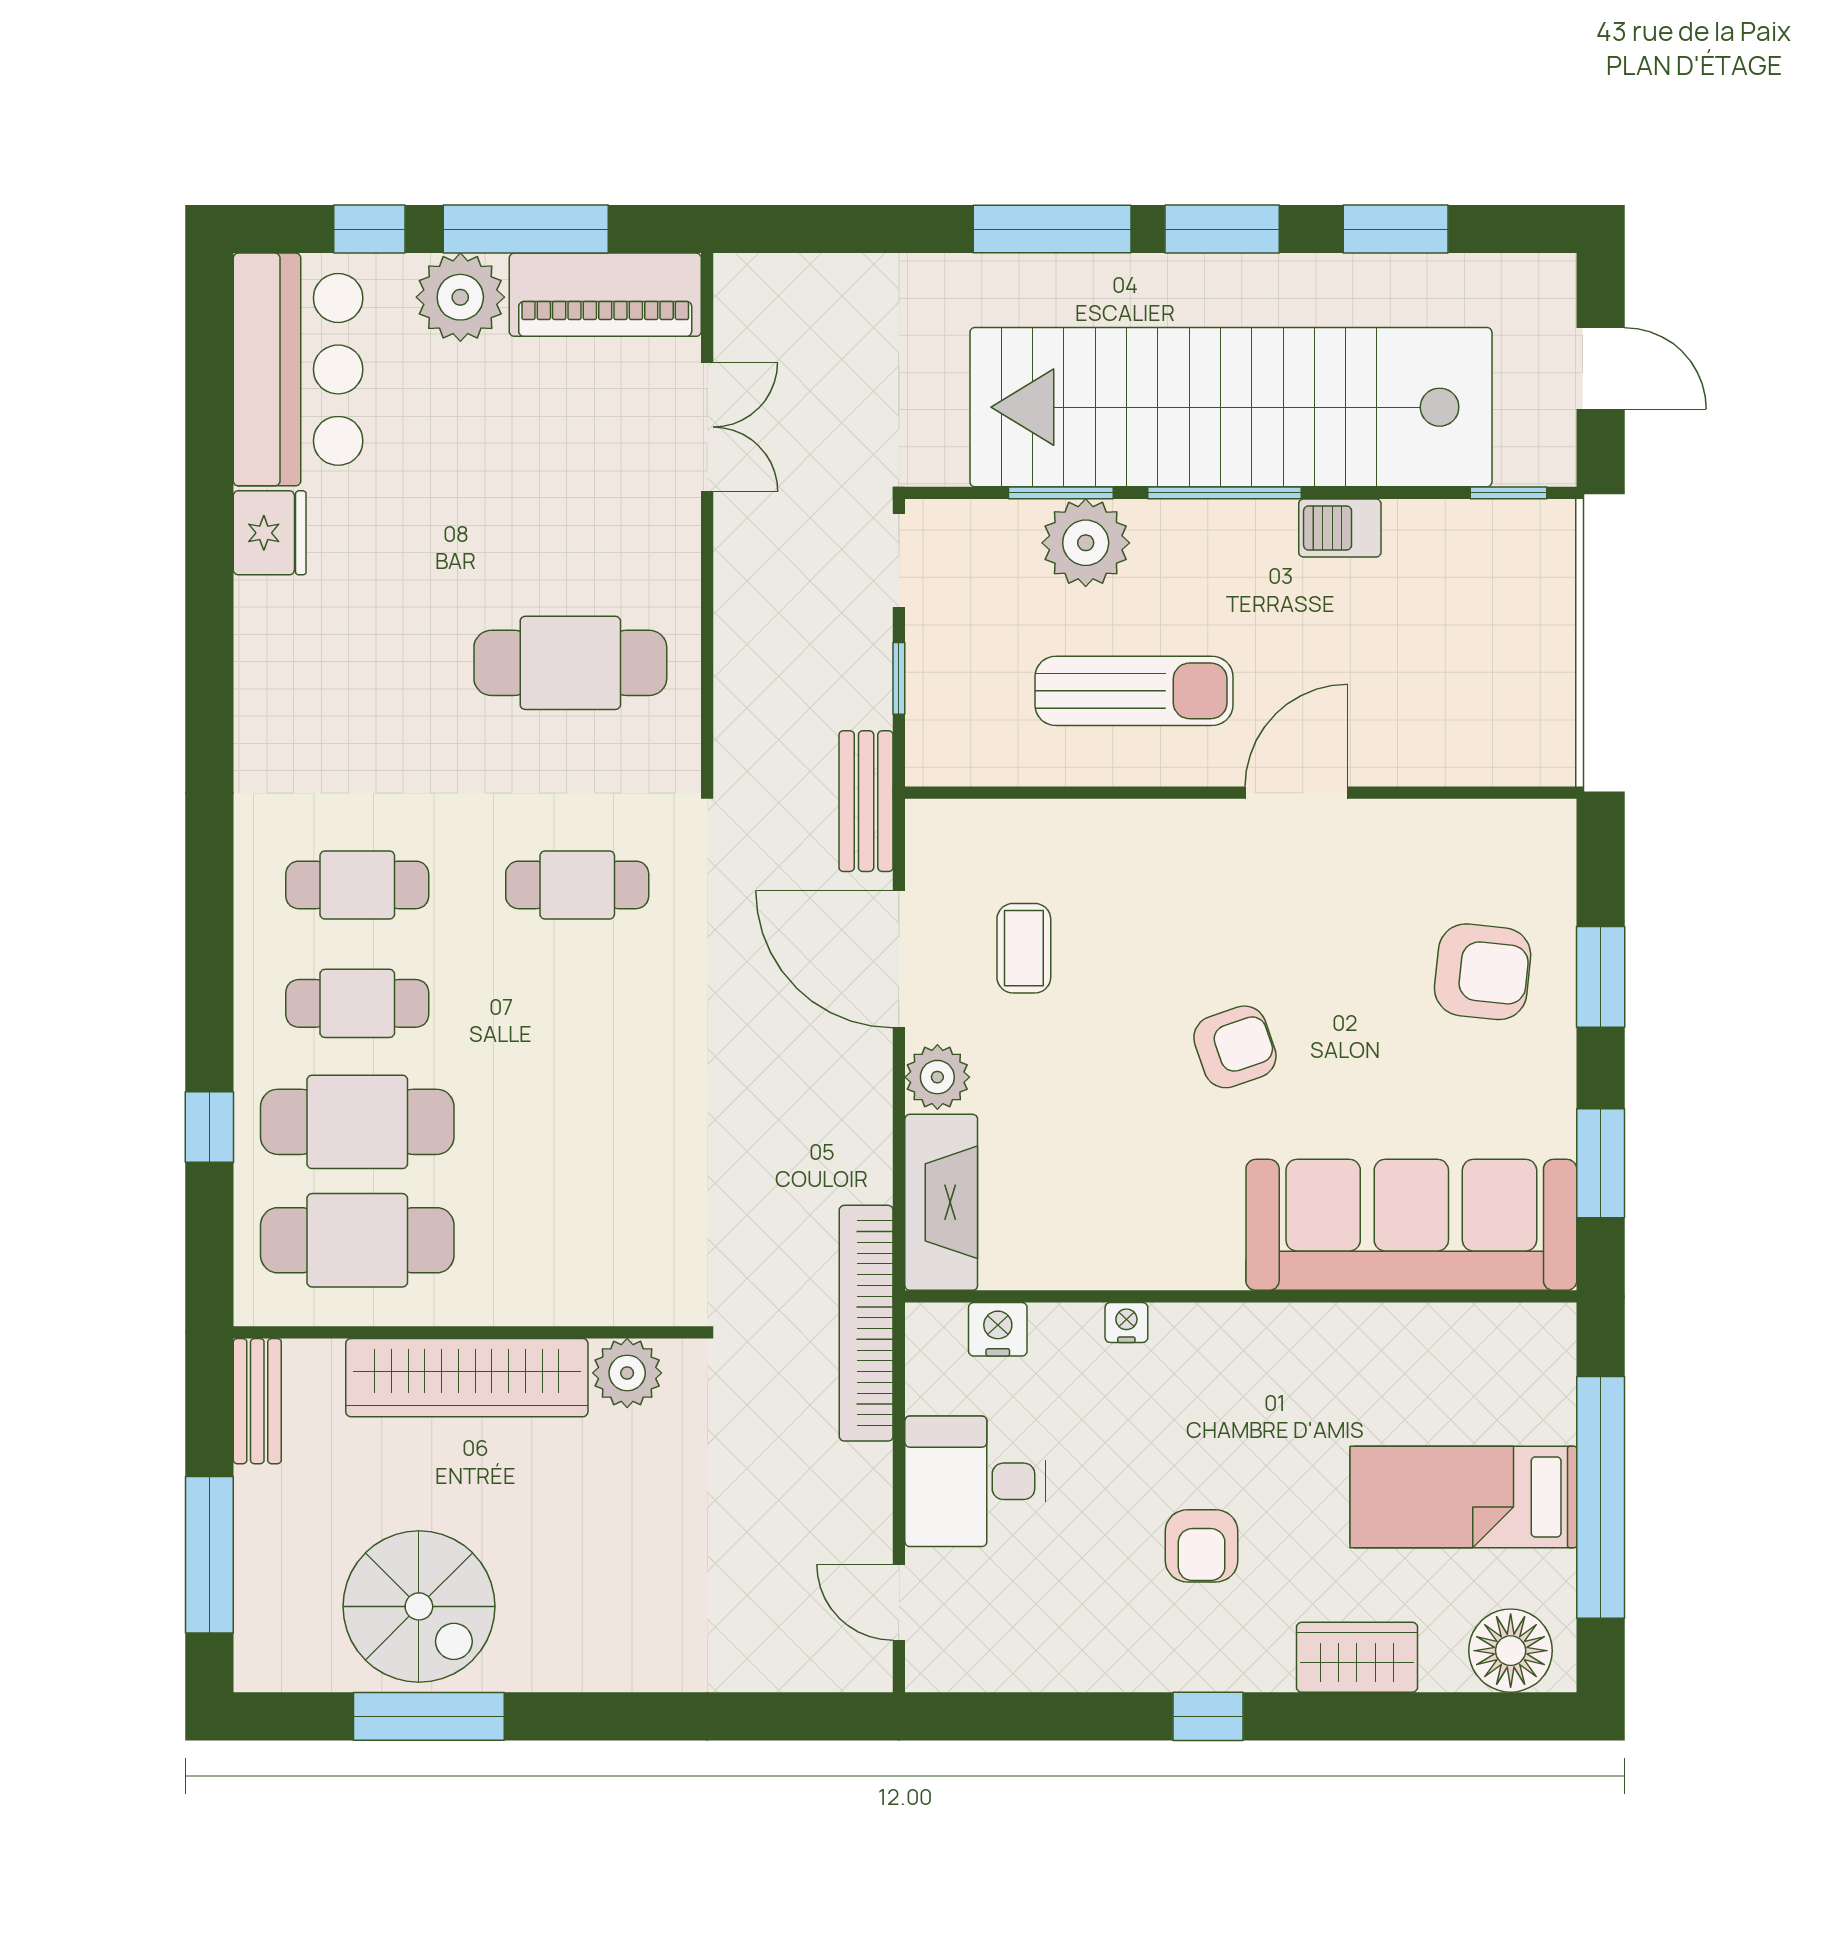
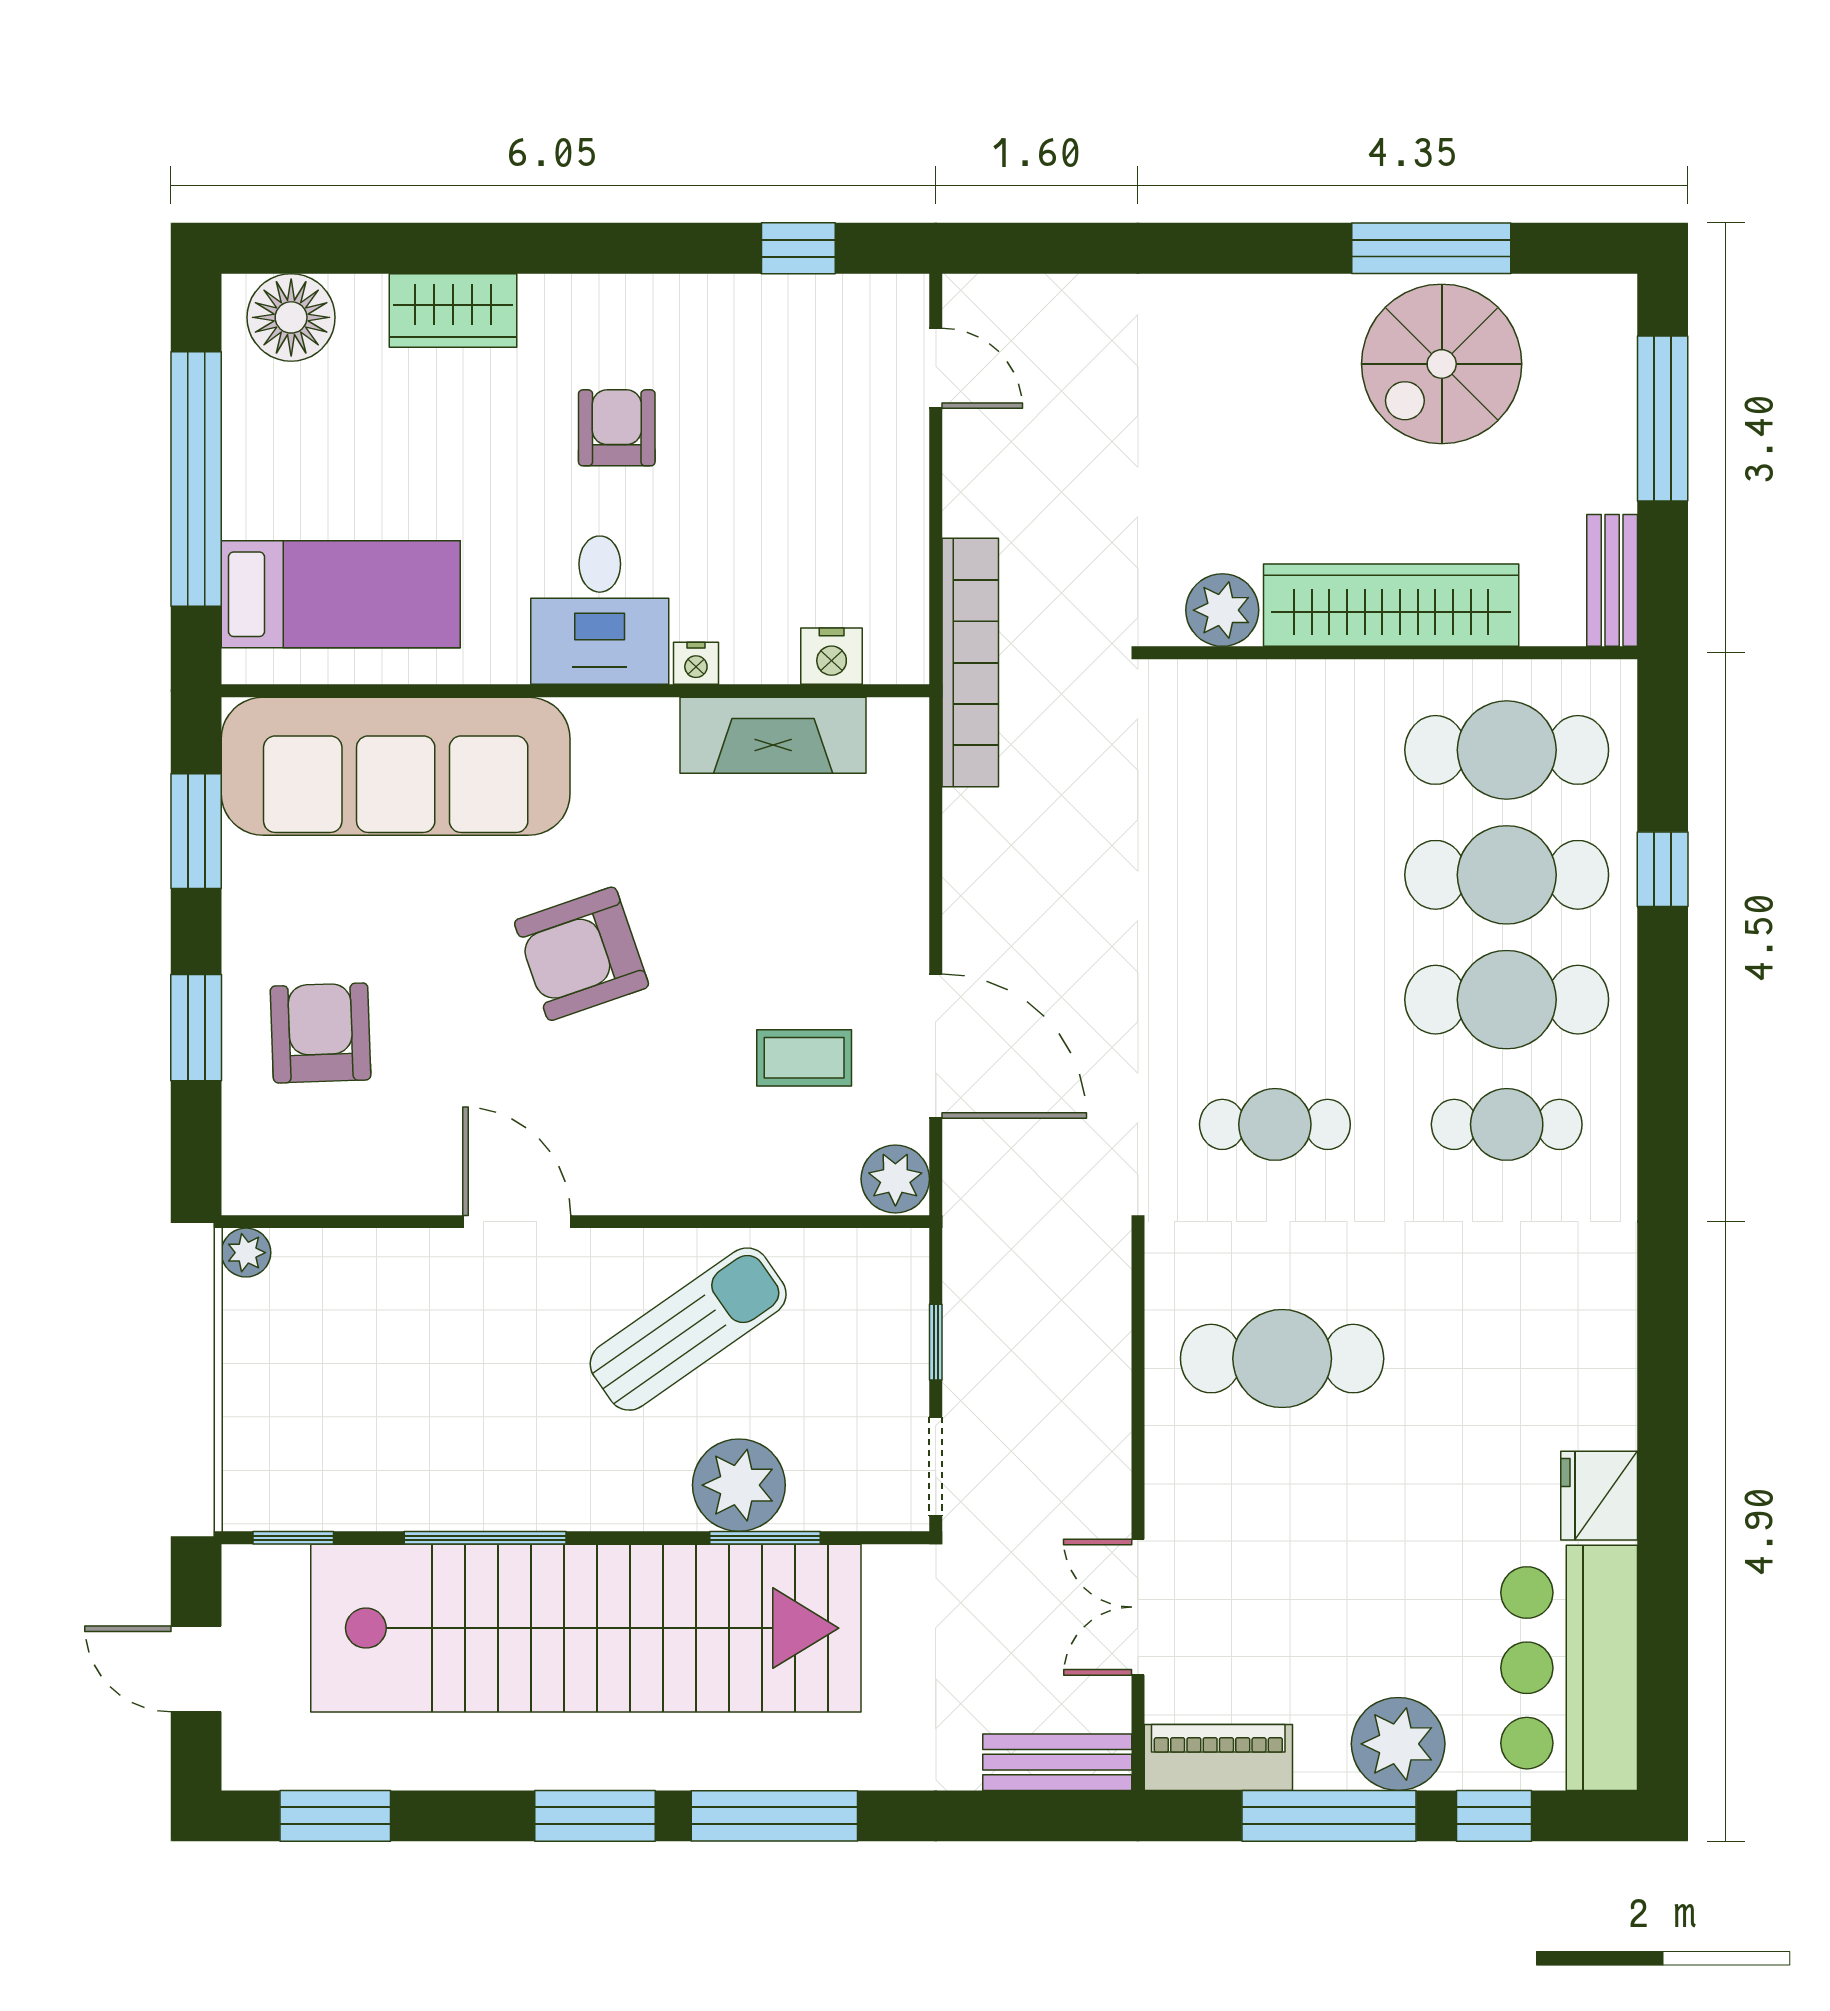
window: (1396, 229) -> (335, 1816), moved
piano: (605, 295) -> (1218, 1757), width x0.73, depth x0.75
window: (1224, 493) -> (485, 1538), moved
barbecue: (1340, 528) -> (471, 1501), removed
sun lounger: (1134, 691) -> (688, 1329), turned 145
plant: (1553, 763) -> (246, 1253), added
door: (1297, 793) -> (517, 1222), swing flipped
bench: (866, 801) -> (1057, 1762), moved, turned 90
coffee table: (1024, 948) -> (804, 1058), turned 90
armchair: (1483, 972) -> (321, 1033), turned 82
cafe table: (357, 1003) -> (1507, 1000), width x1.37, depth x1.35
armchair: (1235, 1047) -> (582, 954), width x1.38, depth x1.38
plant: (937, 1077) -> (895, 1179), moved
fireplace: (941, 1202) -> (773, 735), moved, turned -90
desk: (975, 1481) -> (600, 610), moved, turned 90
bed: (1463, 1497) -> (341, 594), moved
spiral stairs: (419, 1606) -> (1442, 364), turned -90
window: (1208, 1716) -> (798, 248), moved

